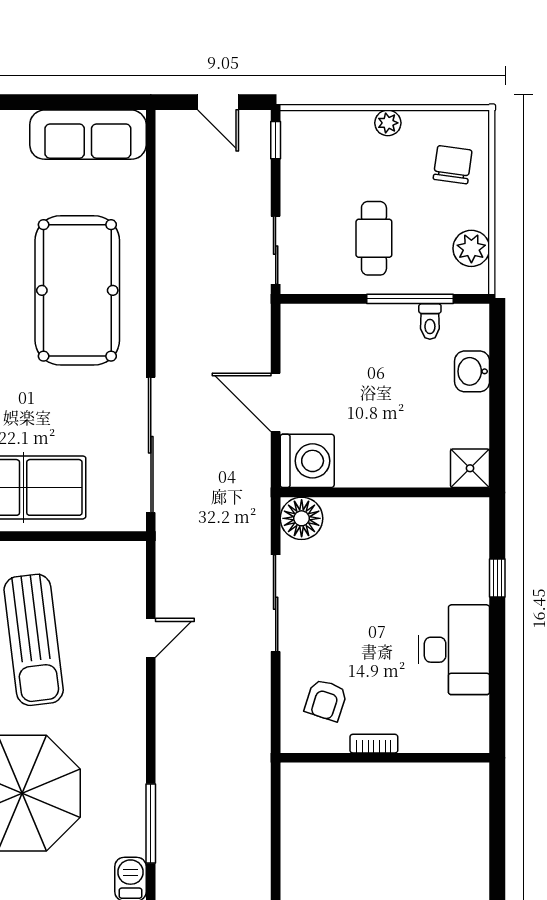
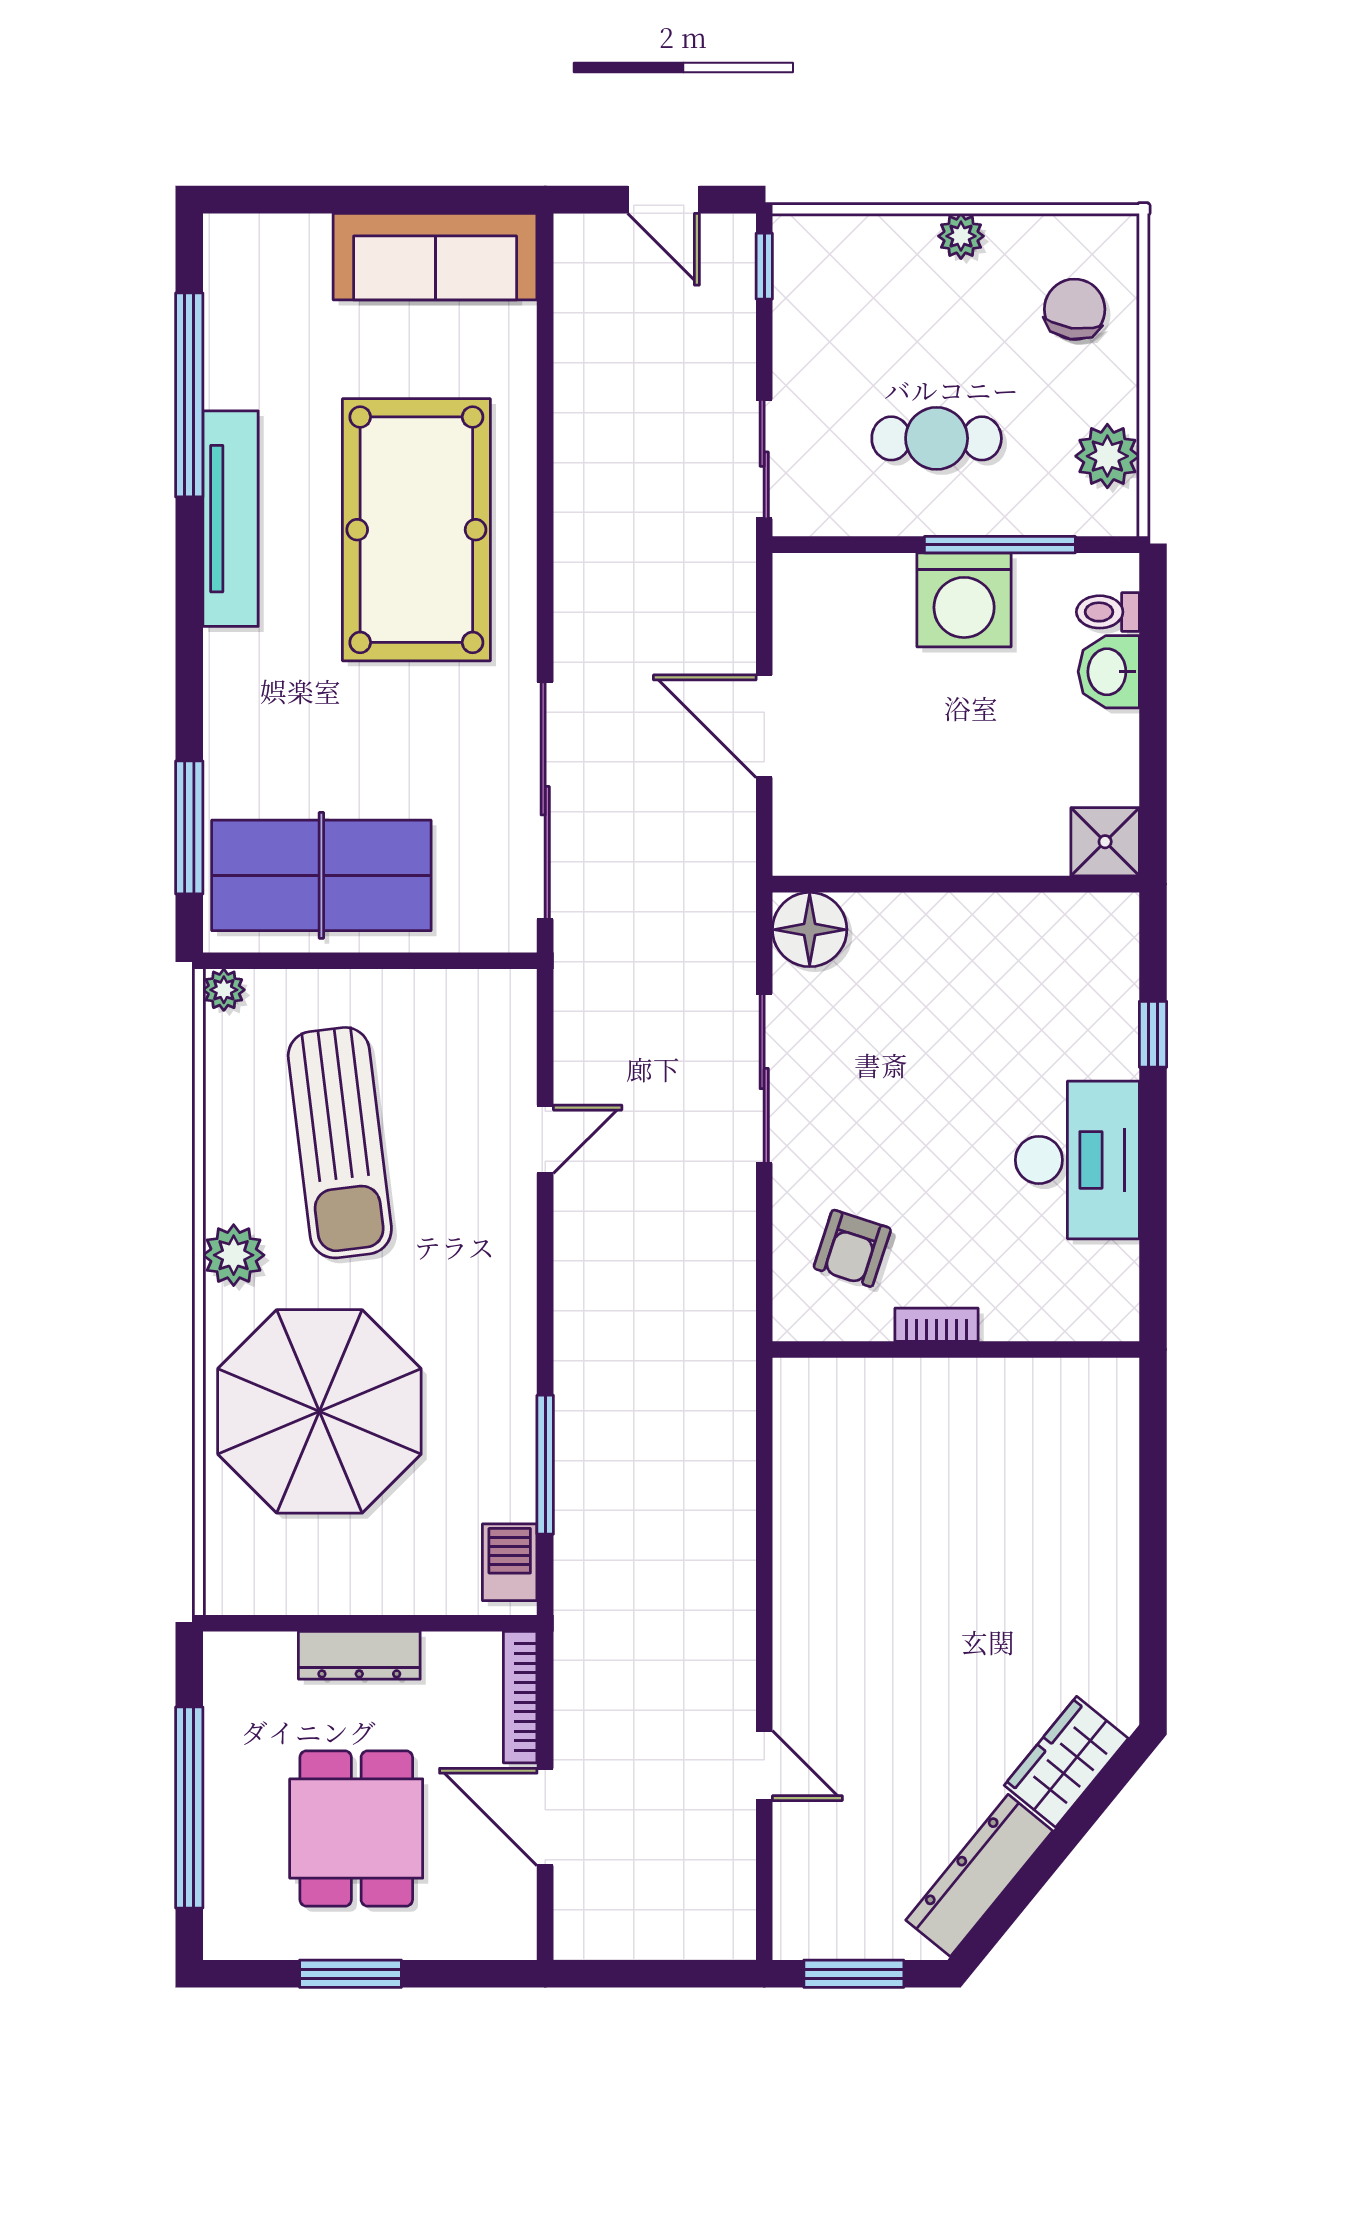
cafe table: (374, 238) -> (937, 438), turned 90
toilet: (430, 321) -> (1108, 612), moved, turned 90
washing machine: (307, 461) -> (964, 600), moved, turned 90

